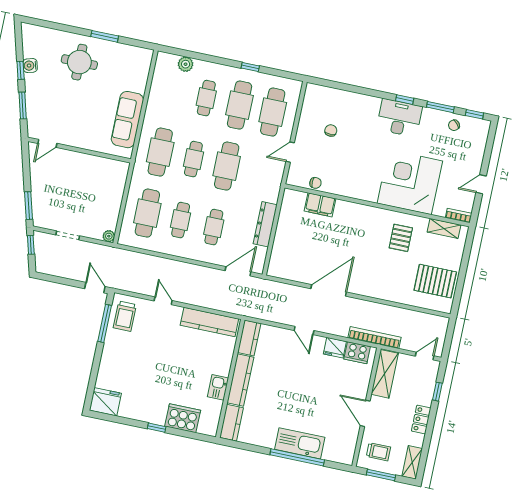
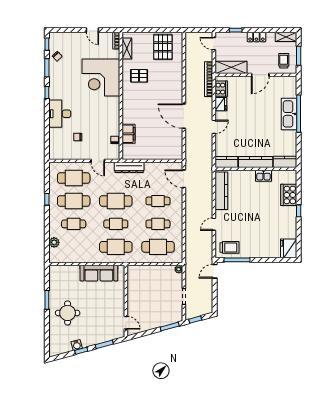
desk: (399, 118) -> (60, 114), moved
dresser: (265, 224) -> (129, 167), moved

